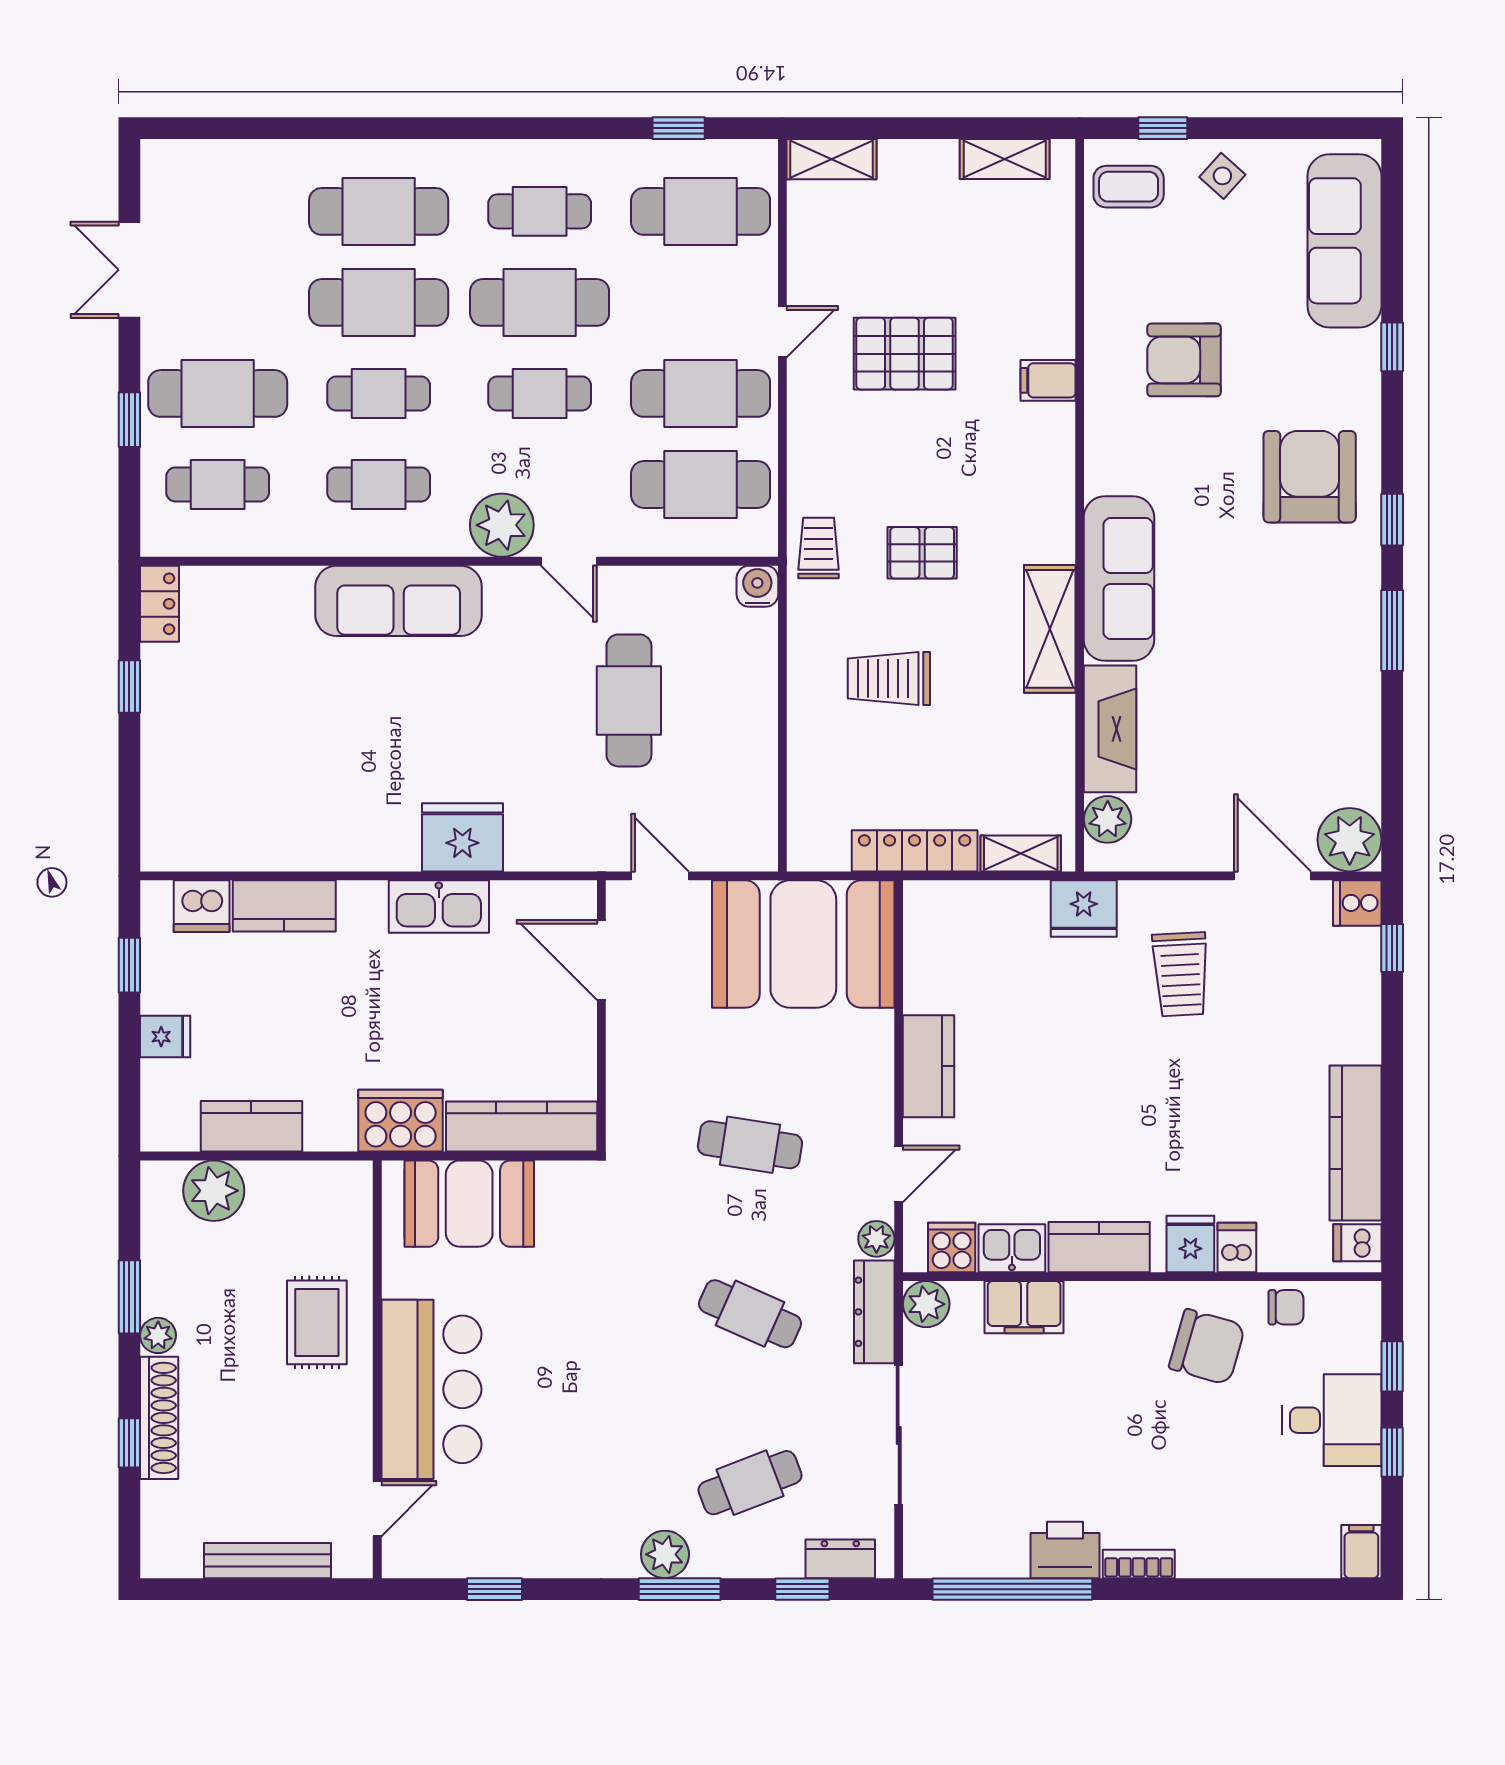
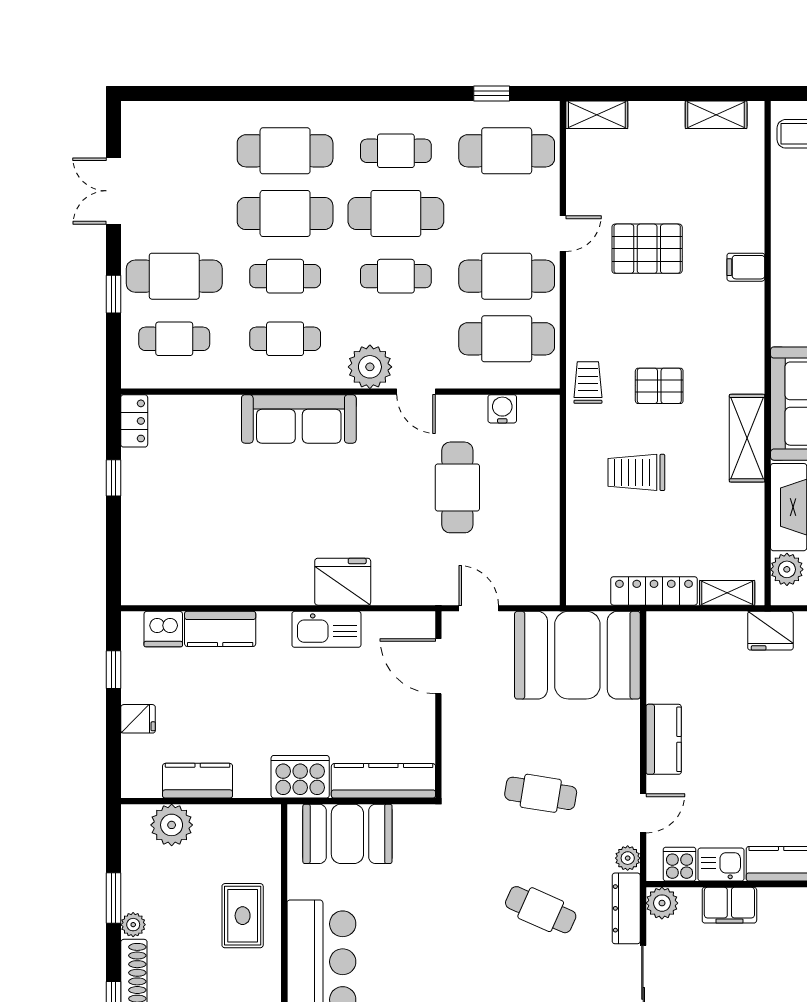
water cooler: (757, 586) -> (502, 409), moved

